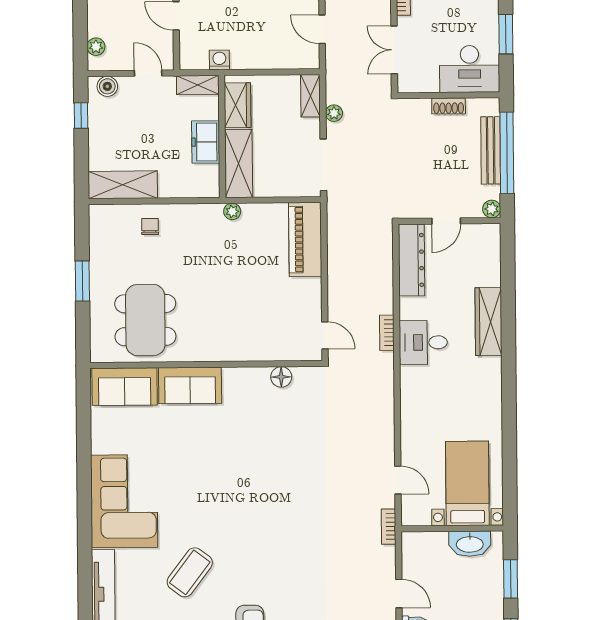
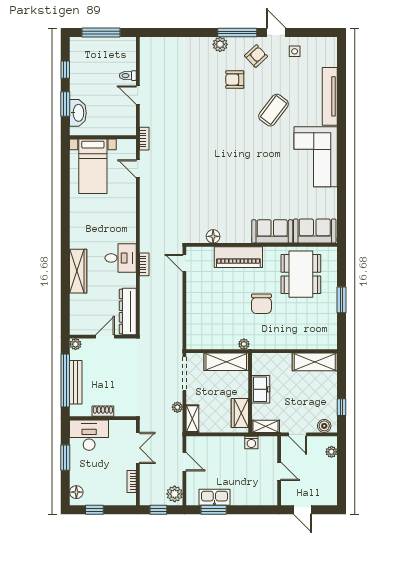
shelving: (239, 164) -> (226, 362), moved, turned 90
chair: (150, 226) -> (261, 304), moved, width x1.87, depth x1.87
piano: (305, 240) -> (238, 257), moved, turned 90
washbasin: (470, 544) -> (78, 113), moved, turned 90

